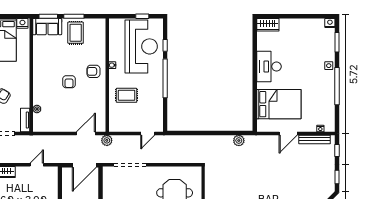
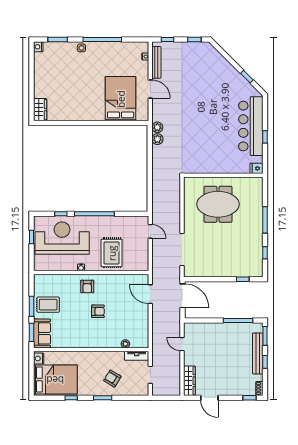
desk: (269, 67) -> (82, 109), removed
rug: (127, 95) -> (112, 253), width x1.36, depth x1.43
plant: (107, 140) -> (157, 127), moved

